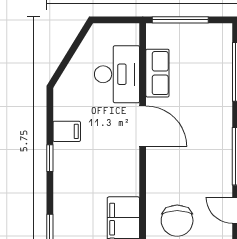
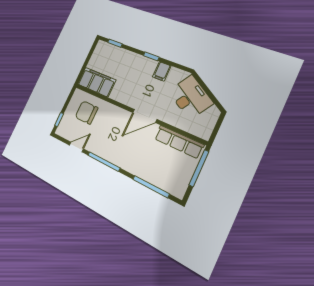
row of seats: (157, 73) -> (179, 142), width x1.48
desk: (117, 74) -> (190, 97), moved, turned -148

